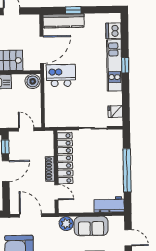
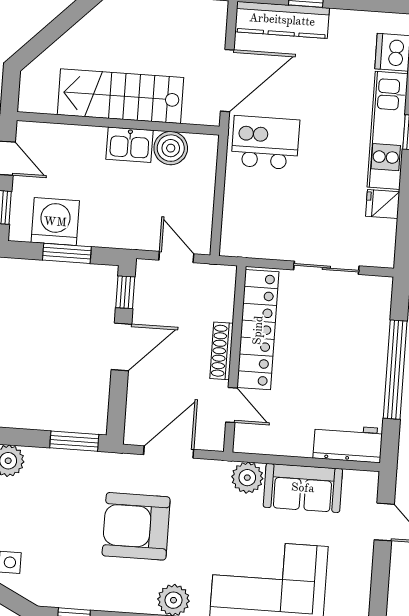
boiler: (33, 81) -> (171, 148), moved
fridge: (115, 112) -> (383, 204), moved
door: (31, 215) -> (169, 452), hinge flipped

